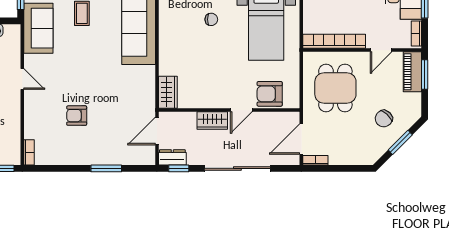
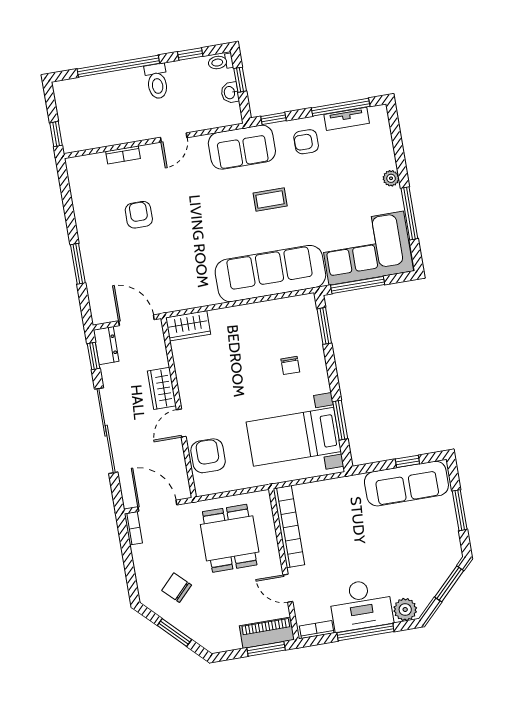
dining table: (335, 88) -> (230, 538), turned 90
door: (241, 110) -> (181, 423), hinge flipped
chair: (384, 119) -> (177, 588), moved
bookcase: (29, 152) -> (123, 155), moved

